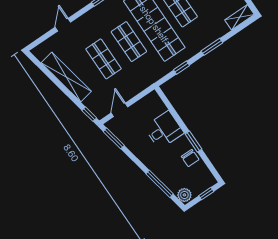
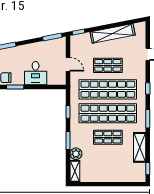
plant: (220, 29) -> (76, 154), added
shop shelf: (129, 42) -> (108, 89), width x2.00, depth x1.36
door: (119, 110) -> (68, 64), moved

